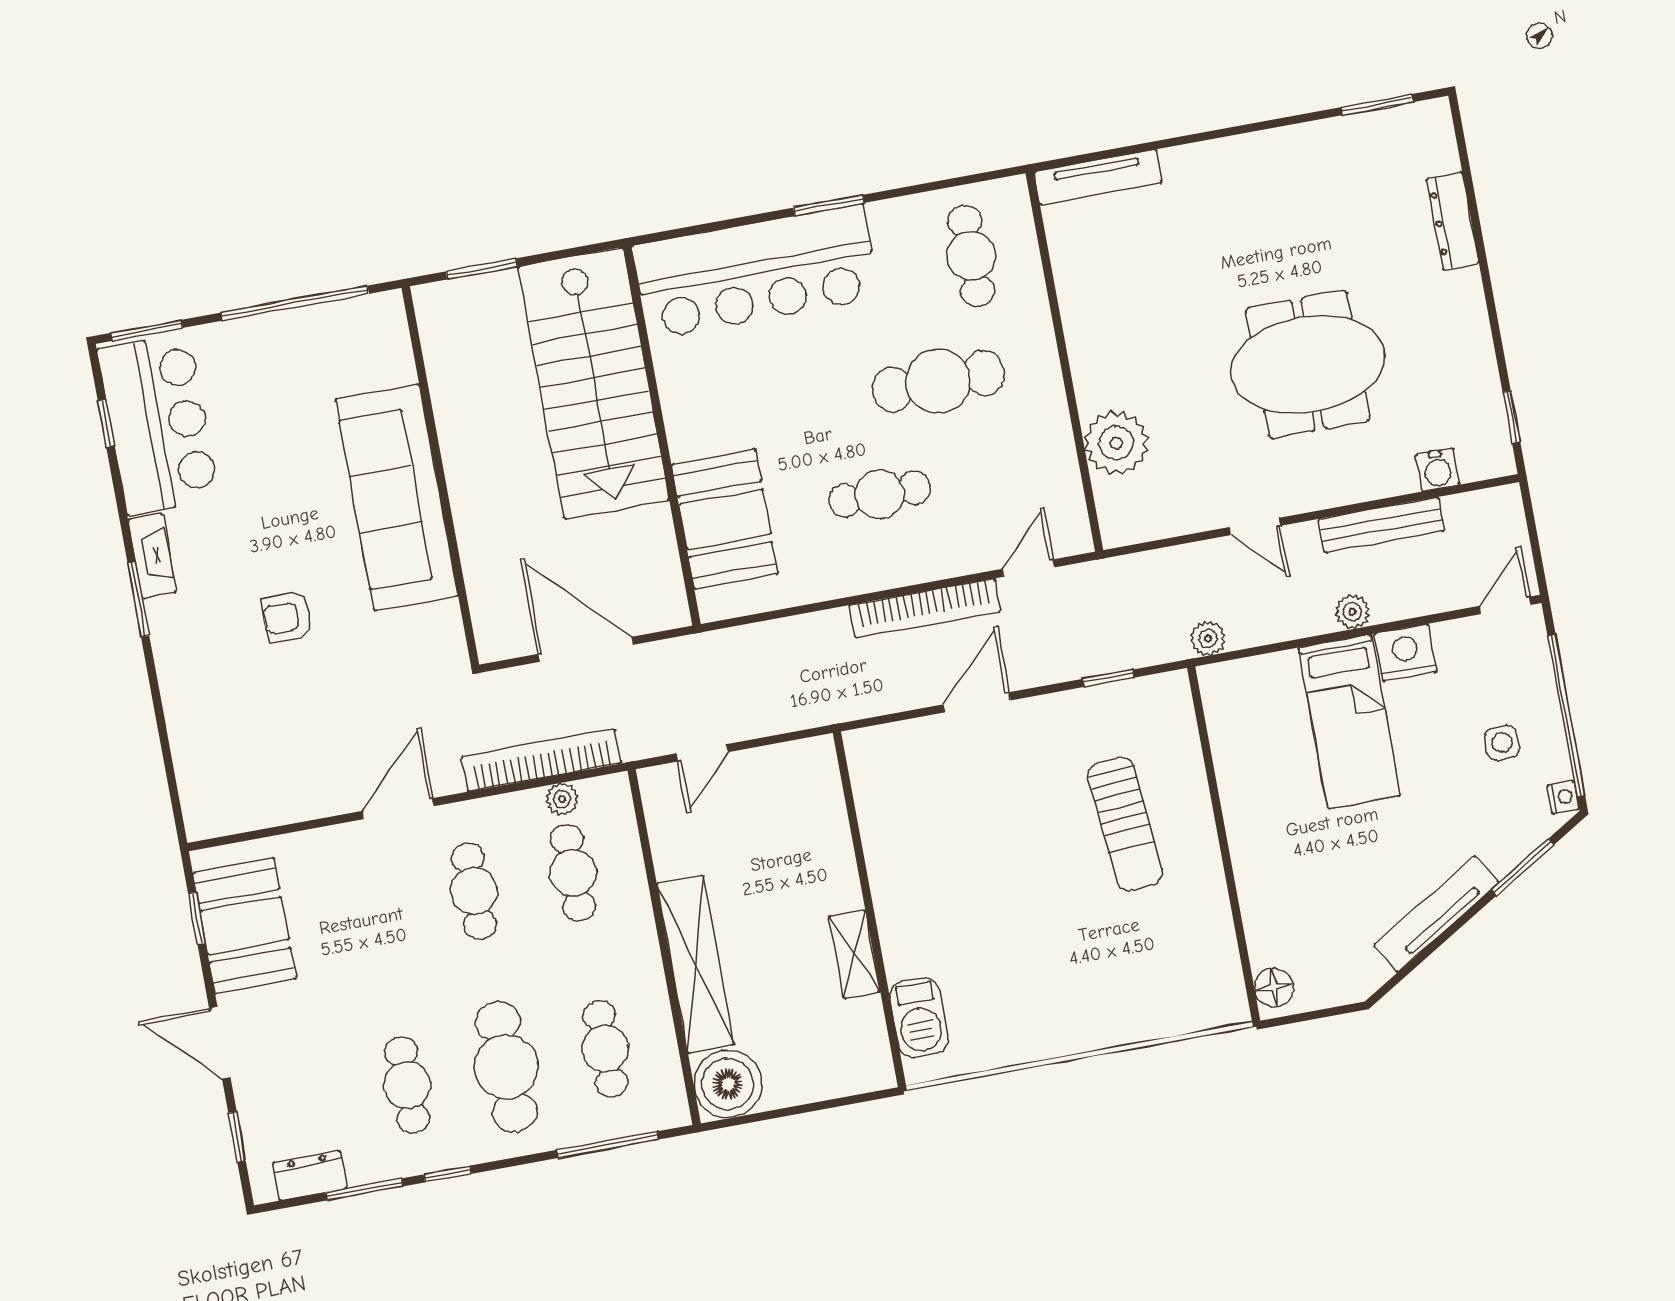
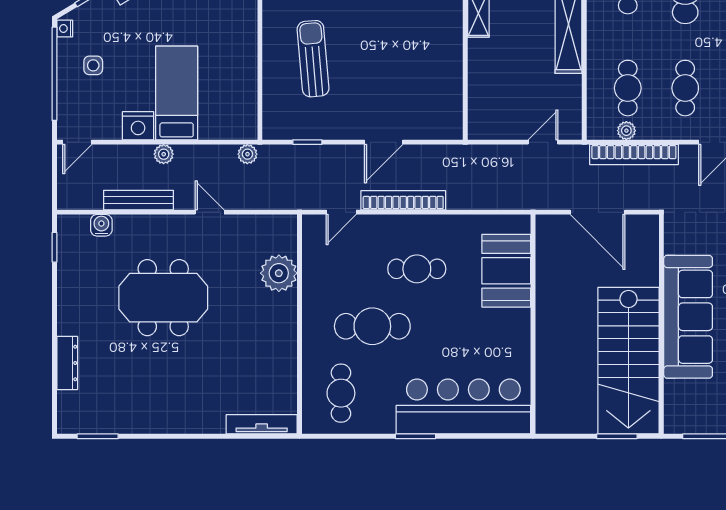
stairs: (594, 383) -> (628, 361), moved, turned 180

